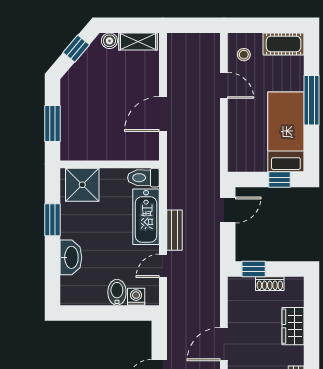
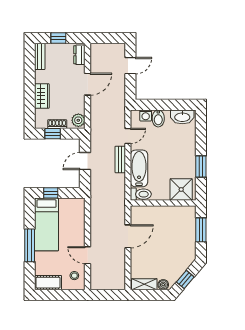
door: (228, 210) -> (85, 161), moved
washbasin: (71, 257) -> (182, 117), moved, turned -90
window: (254, 269) -> (53, 134), moved
plant: (238, 289) -> (78, 120), added

